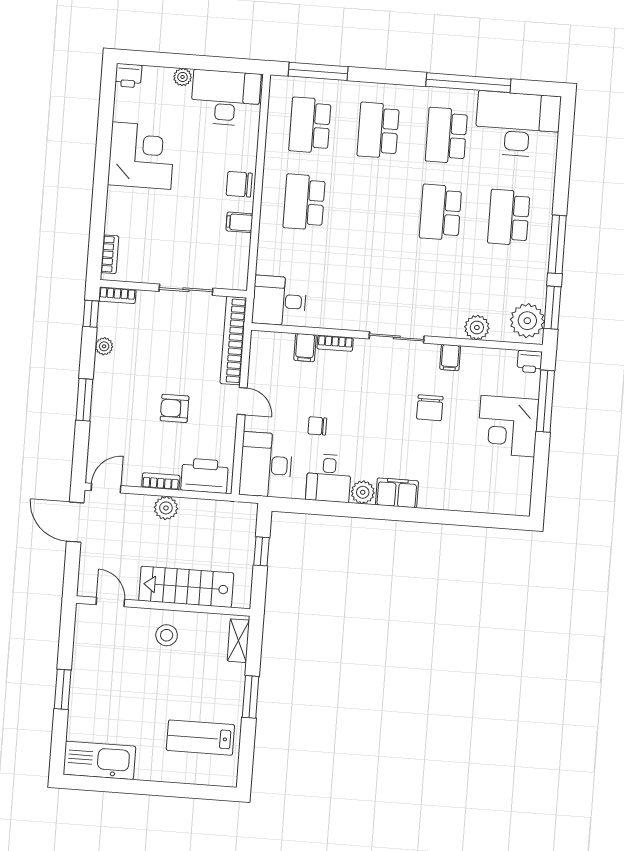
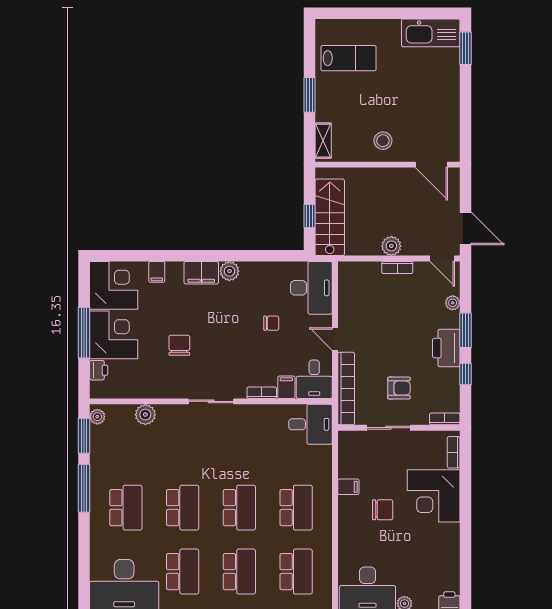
corner desk: (141, 156) -> (434, 496), moved
chair: (239, 184) -> (383, 510), moved
school desk: (372, 207) -> (239, 508), added
window: (91, 314) -> (466, 374), moved
plant: (527, 321) -> (97, 417), width x0.53, depth x0.53
plant: (104, 346) -> (453, 303), moved
filing cabinet: (450, 358) -> (157, 272), moved, turned 180
printer: (530, 362) -> (99, 370), moved, turned 90
window: (545, 401) -> (84, 333), moved
armchair: (175, 408) -> (399, 388), moved
printer: (205, 476) -> (446, 348), moved, turned 90
desk: (329, 478) -> (314, 379), moved, turned 180
corner desk: (503, 486) -> (114, 285), added
door: (106, 488) -> (442, 259), hinge flipped
stairs: (186, 587) -> (330, 217), moved, turned -90
door: (110, 602) -> (431, 165), width x1.38
window: (63, 689) -> (466, 48), moved

